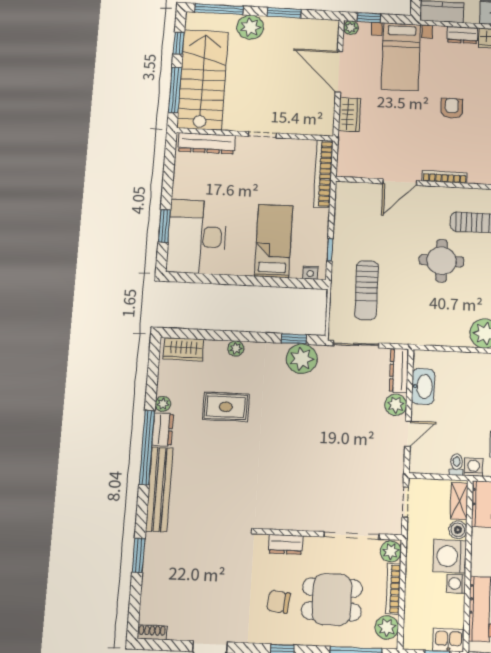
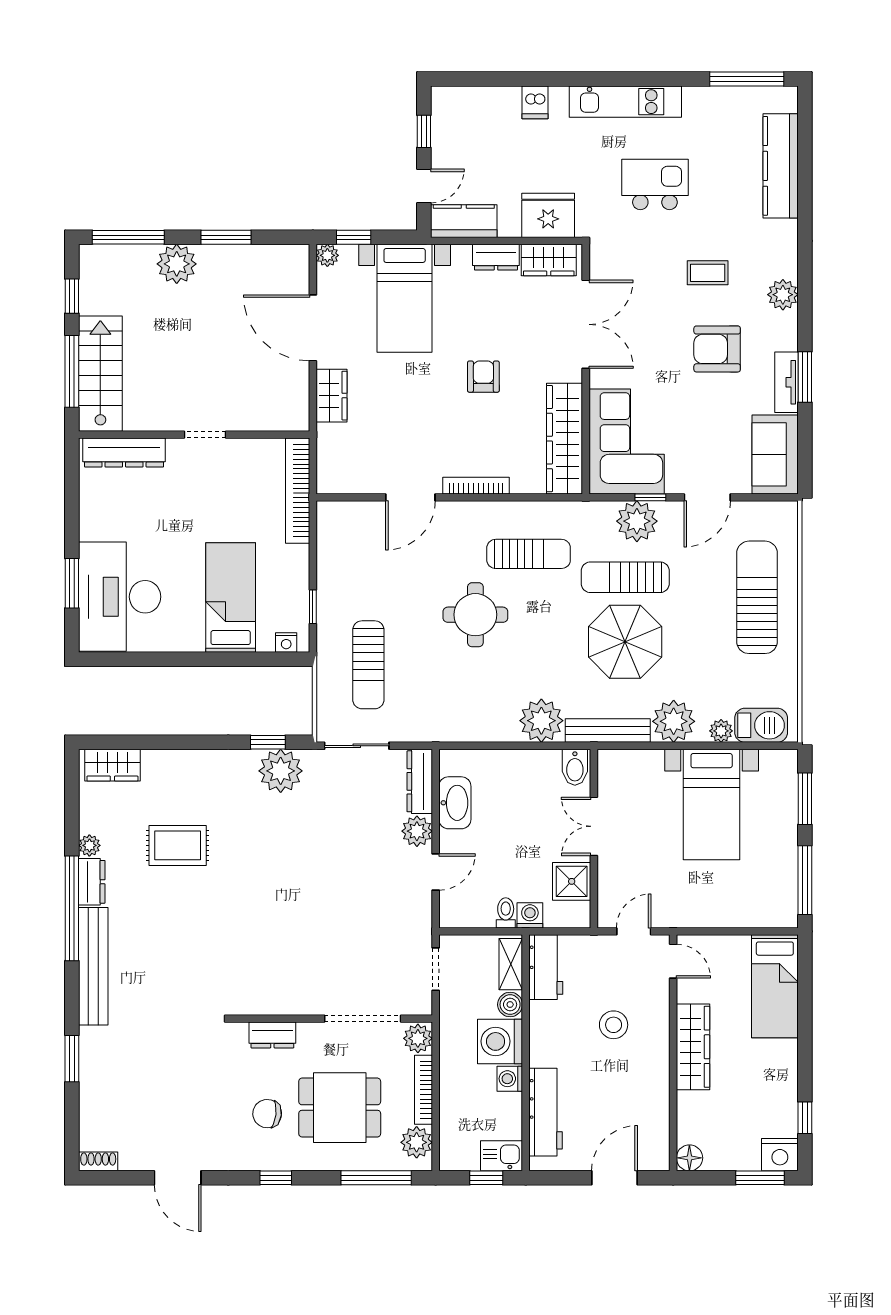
stairs: (203, 80) -> (100, 374), width x0.73, depth x0.66
plant: (236, 348) -> (186, 760), removed

